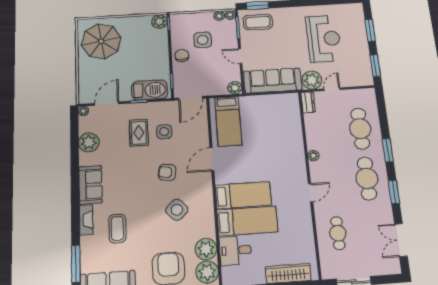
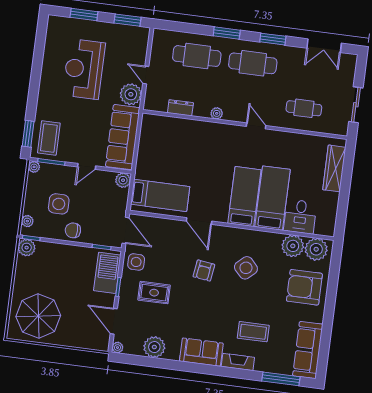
plant: (219, 16) -> (27, 221), moved
reception desk: (324, 39) -> (84, 69), turned -90
dresser: (308, 102) -> (180, 108), moved
side table: (164, 132) -> (136, 262), moved

